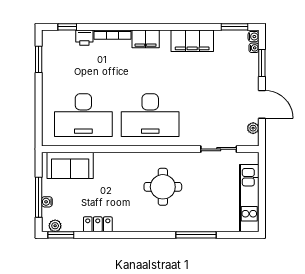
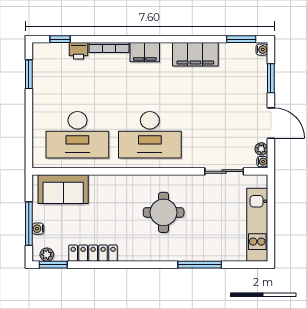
water cooler: (254, 48) -> (262, 162), moved
locker: (98, 224) -> (93, 253), width x1.53

